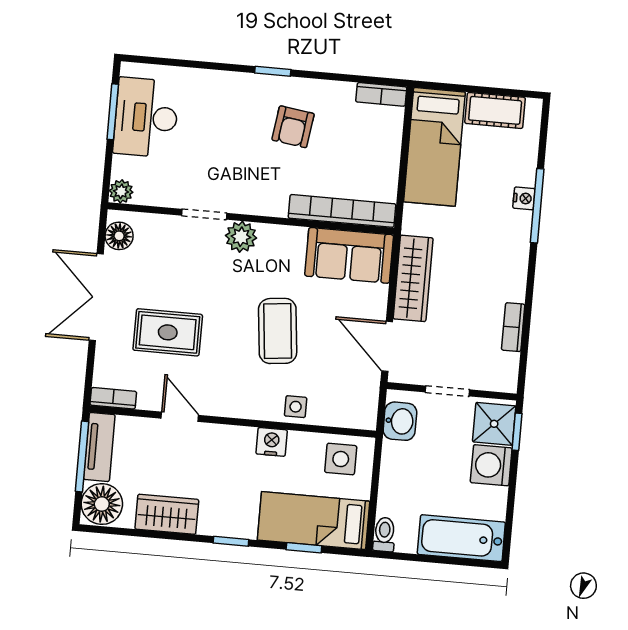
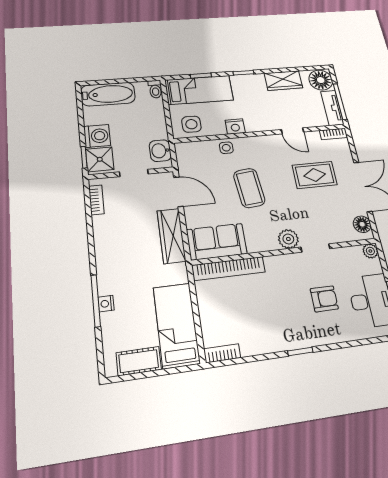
armchair: (293, 127) -> (324, 299), moved, turned 82
bookcase: (513, 327) -> (96, 200), moved

